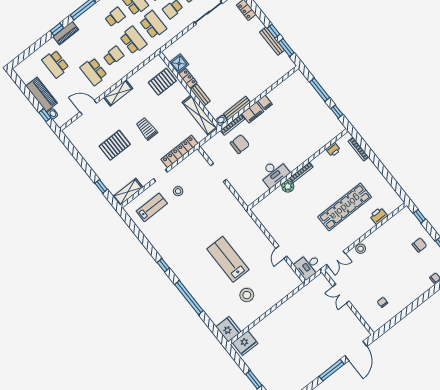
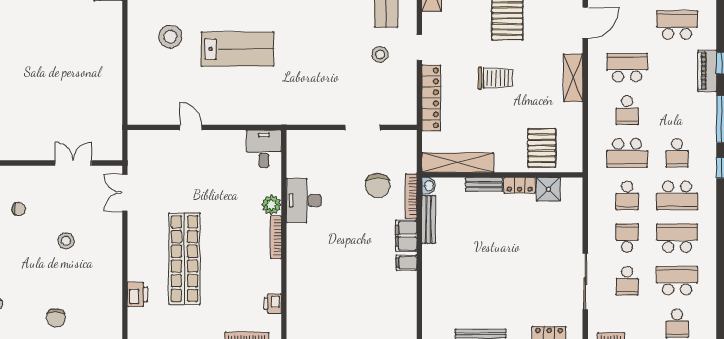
school desk: (153, 25) -> (627, 195), width x0.54
stool: (361, 249) -> (66, 241), moved
desk: (308, 266) -> (264, 149), moved

